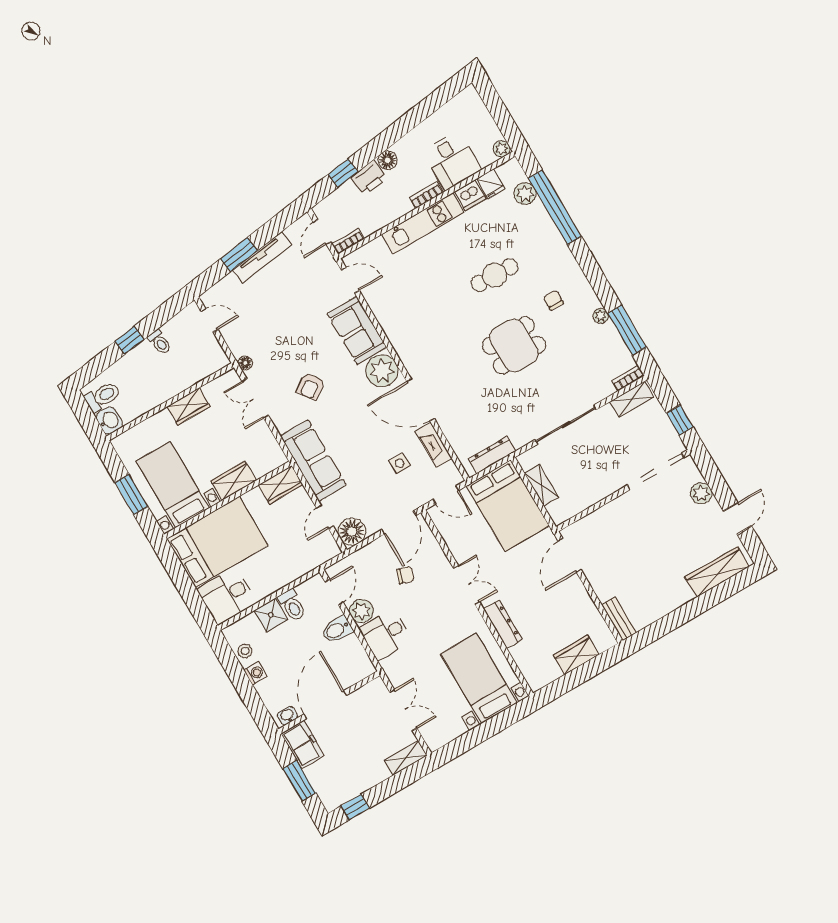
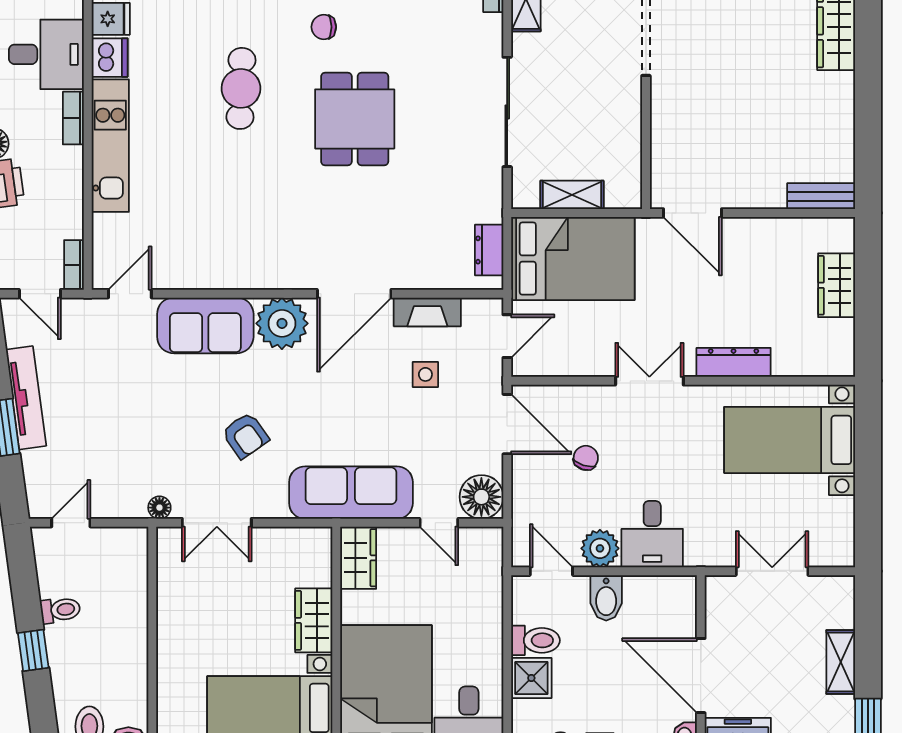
wardrobe: (188, 406) -> (174, 622), removed
dresser: (492, 455) -> (489, 250), width x0.70
shelving: (406, 758) -> (841, 662), moved

